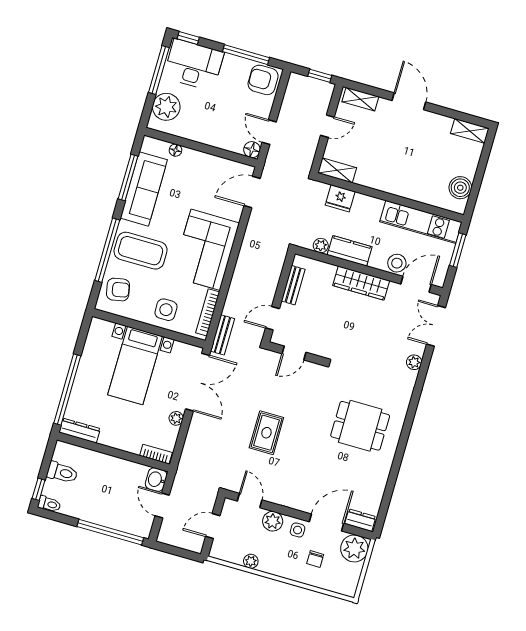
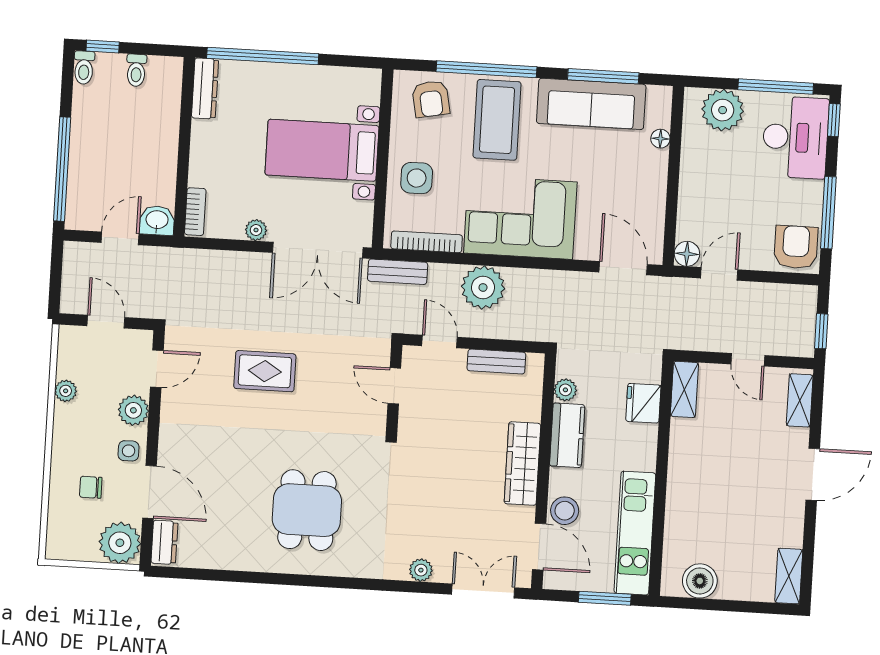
plant: (244, 283) -> (483, 287), added
toilet: (62, 473) -> (136, 70), width x0.73, depth x0.72

